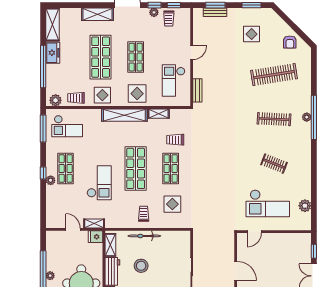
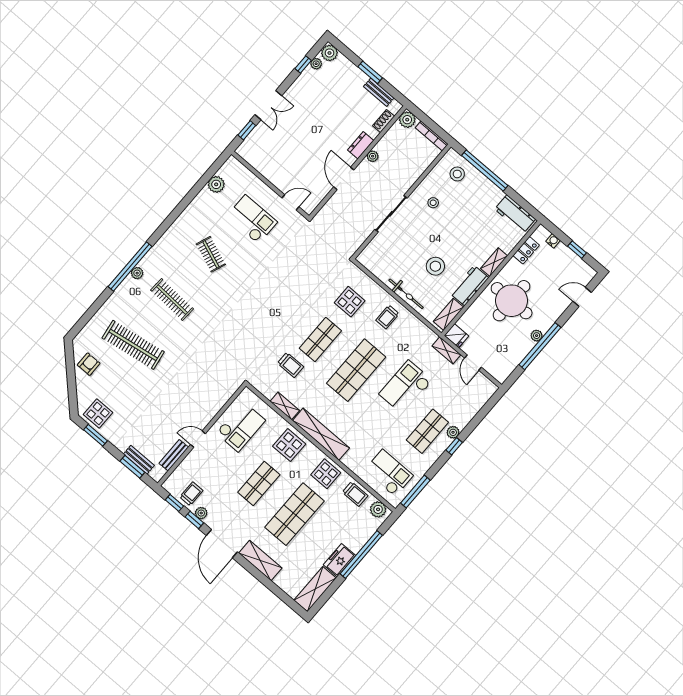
display table: (252, 34) -> (98, 413), moved
bench: (197, 90) -> (174, 455), moved
checkout: (268, 203) -> (252, 219), width x0.73, depth x0.83

